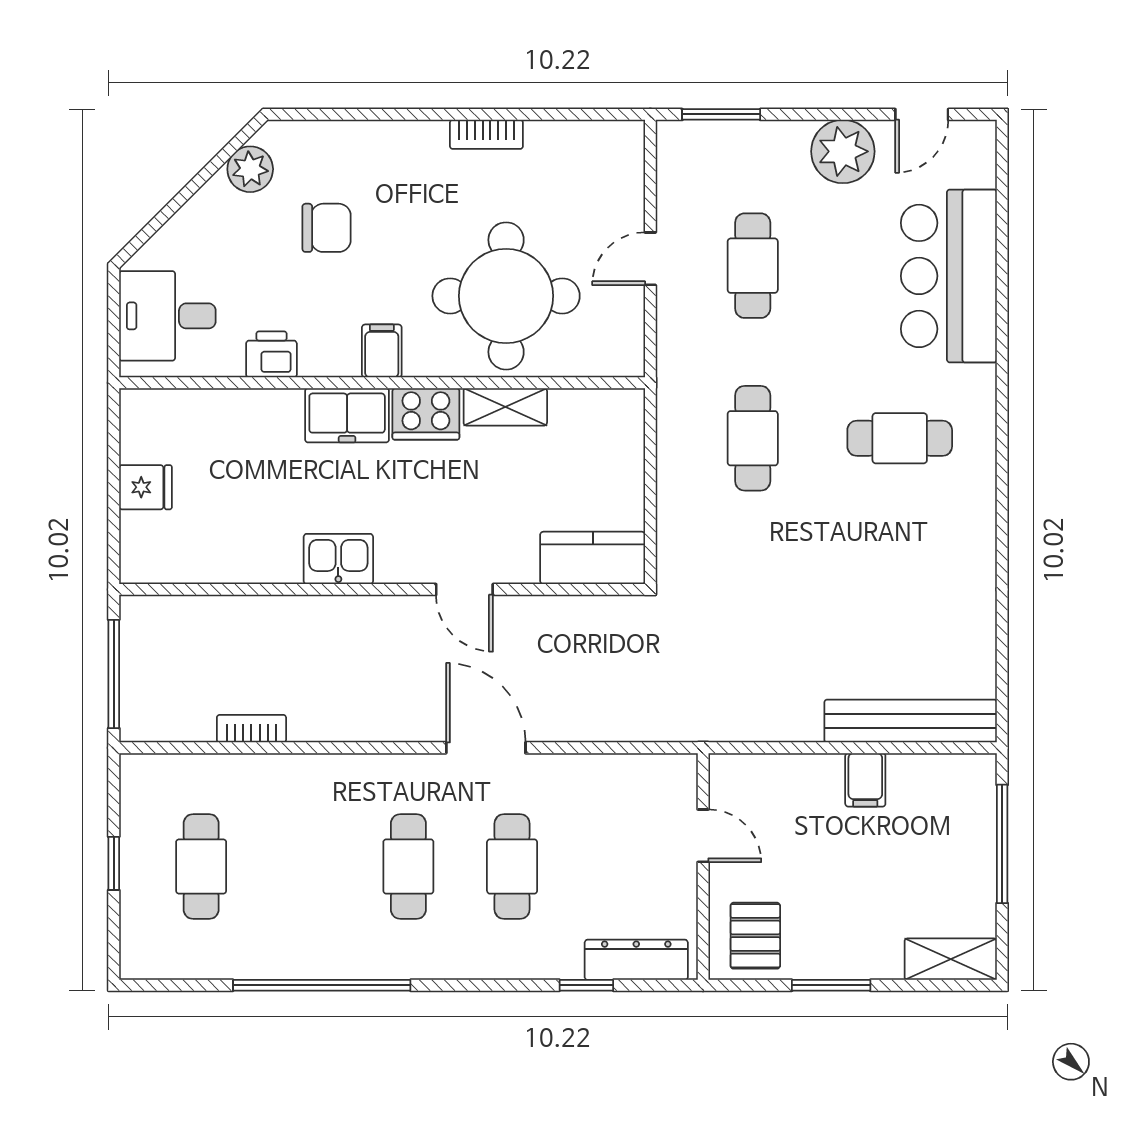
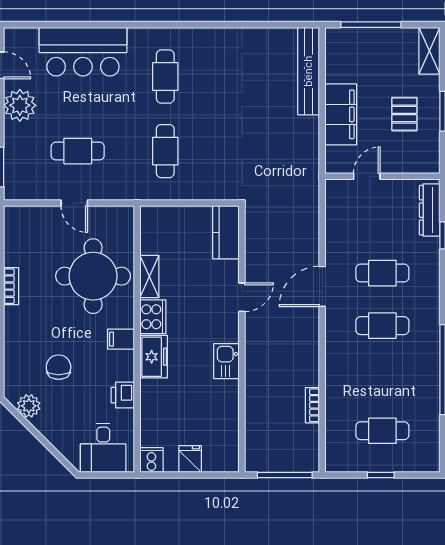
cooker: (143, 411) -> (151, 460), added
cafe table: (753, 438) -> (165, 151), turned 90
filing cabinet: (865, 780) -> (341, 114), width x3.00, depth x1.17
pallet: (755, 936) -> (404, 114), moved, turned 90

